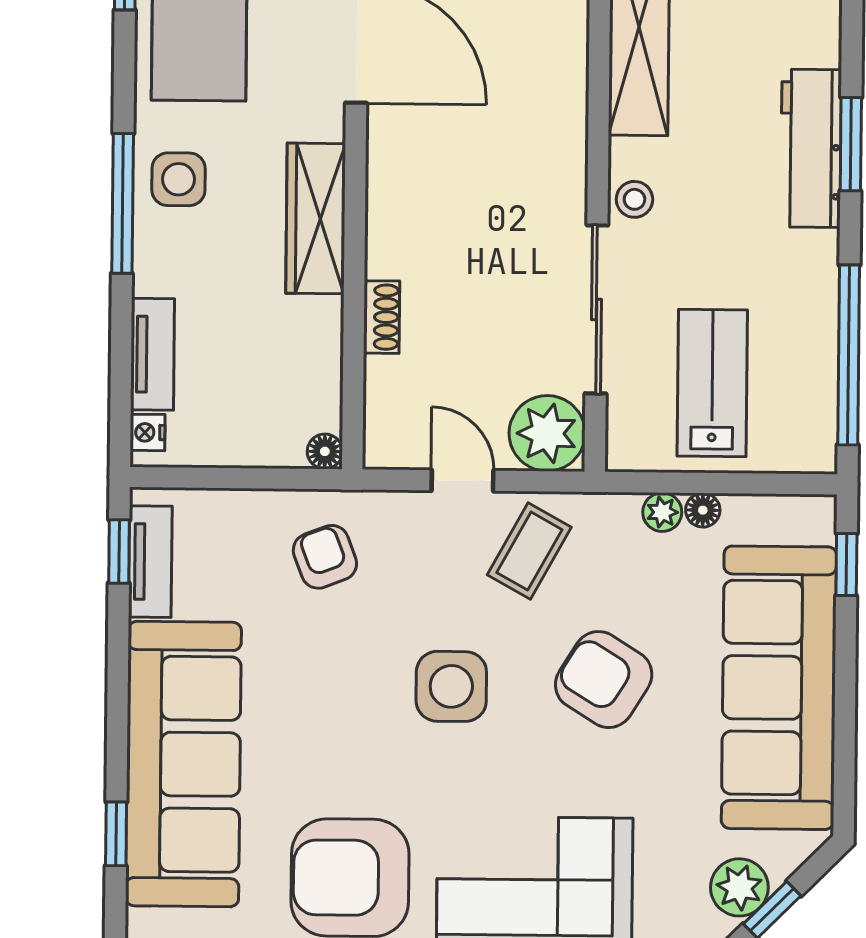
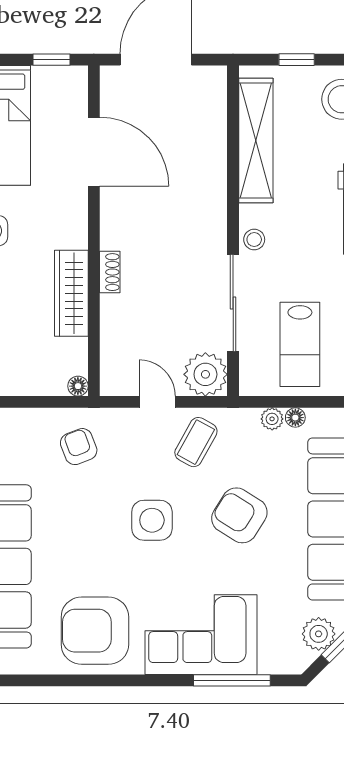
wardrobe: (316, 218) -> (71, 293), moved
shoe rack: (382, 317) -> (110, 272), moved
lab bench: (712, 383) -> (300, 344), turned 180

